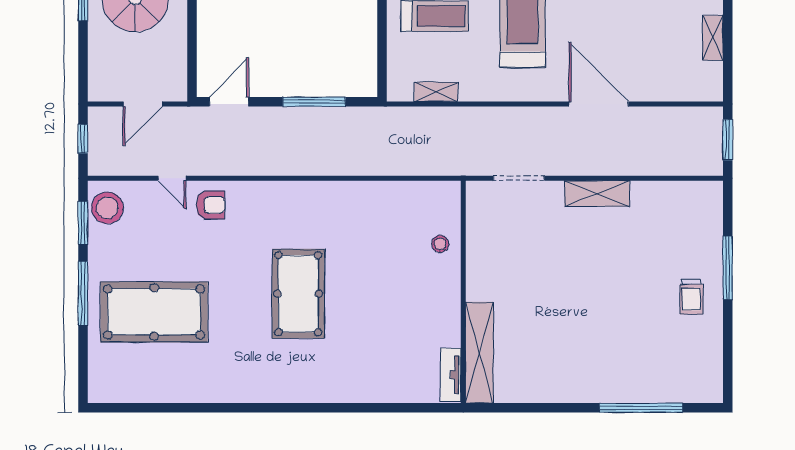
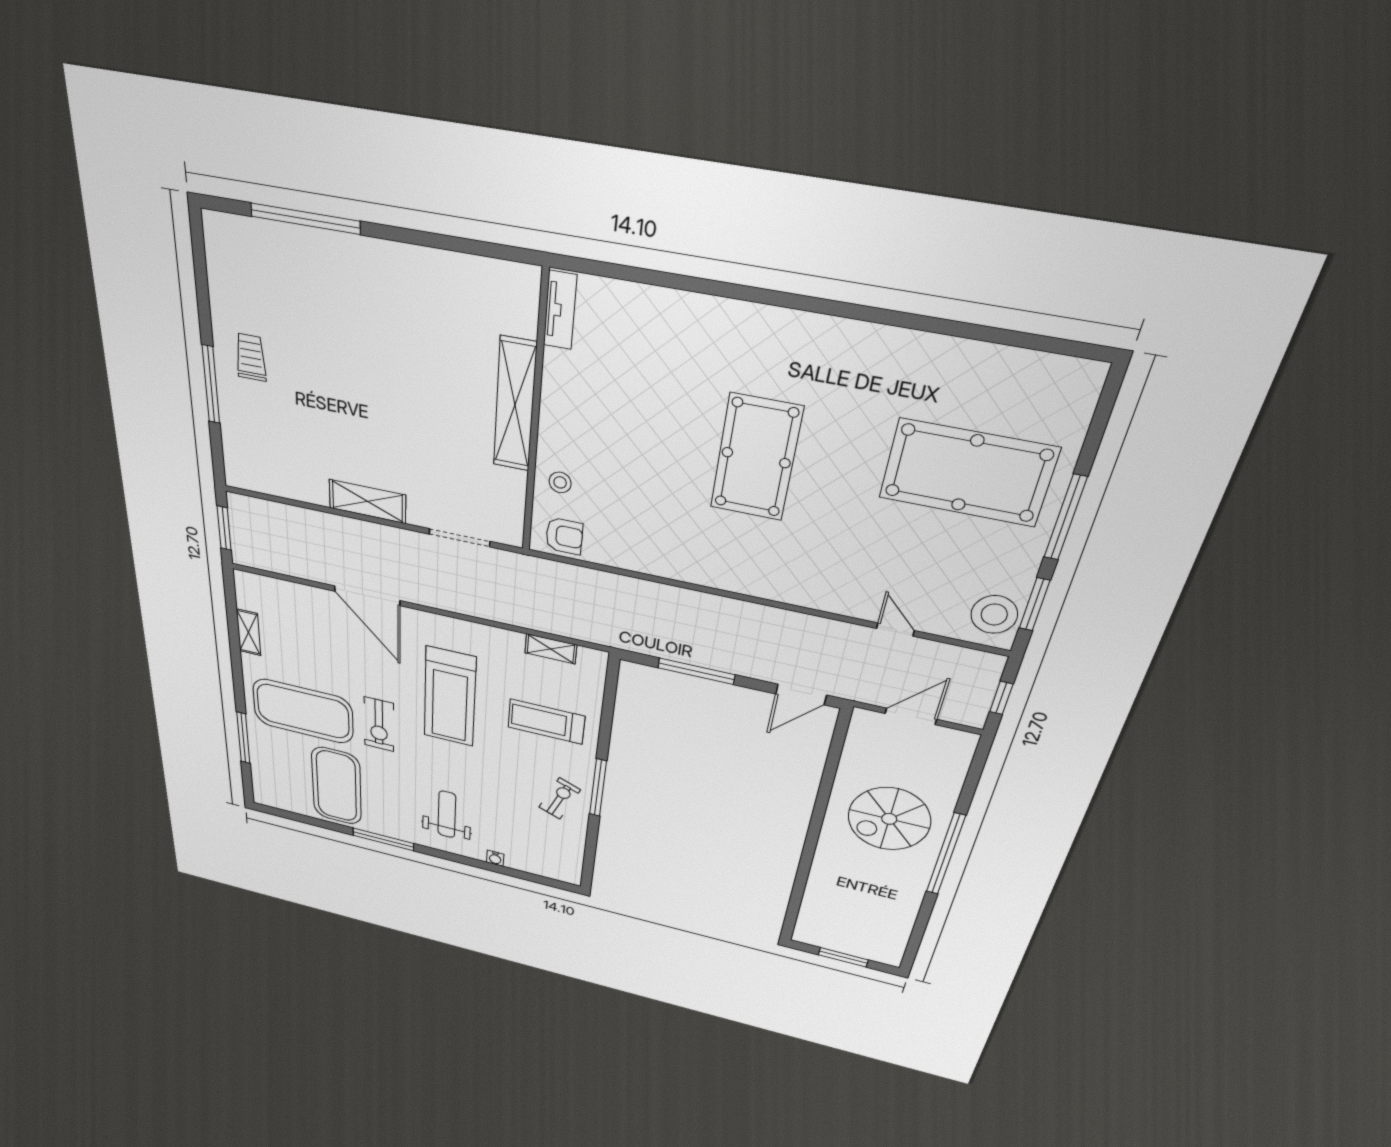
armchair: (211, 205) -> (564, 536), moved, turned 180
shelving: (479, 353) -> (515, 405), moved

